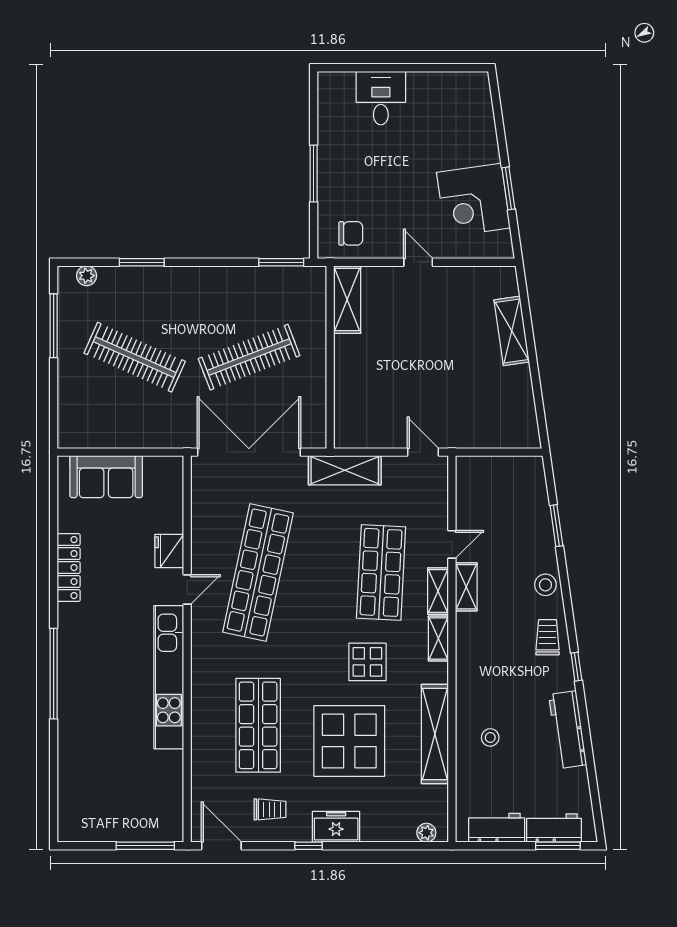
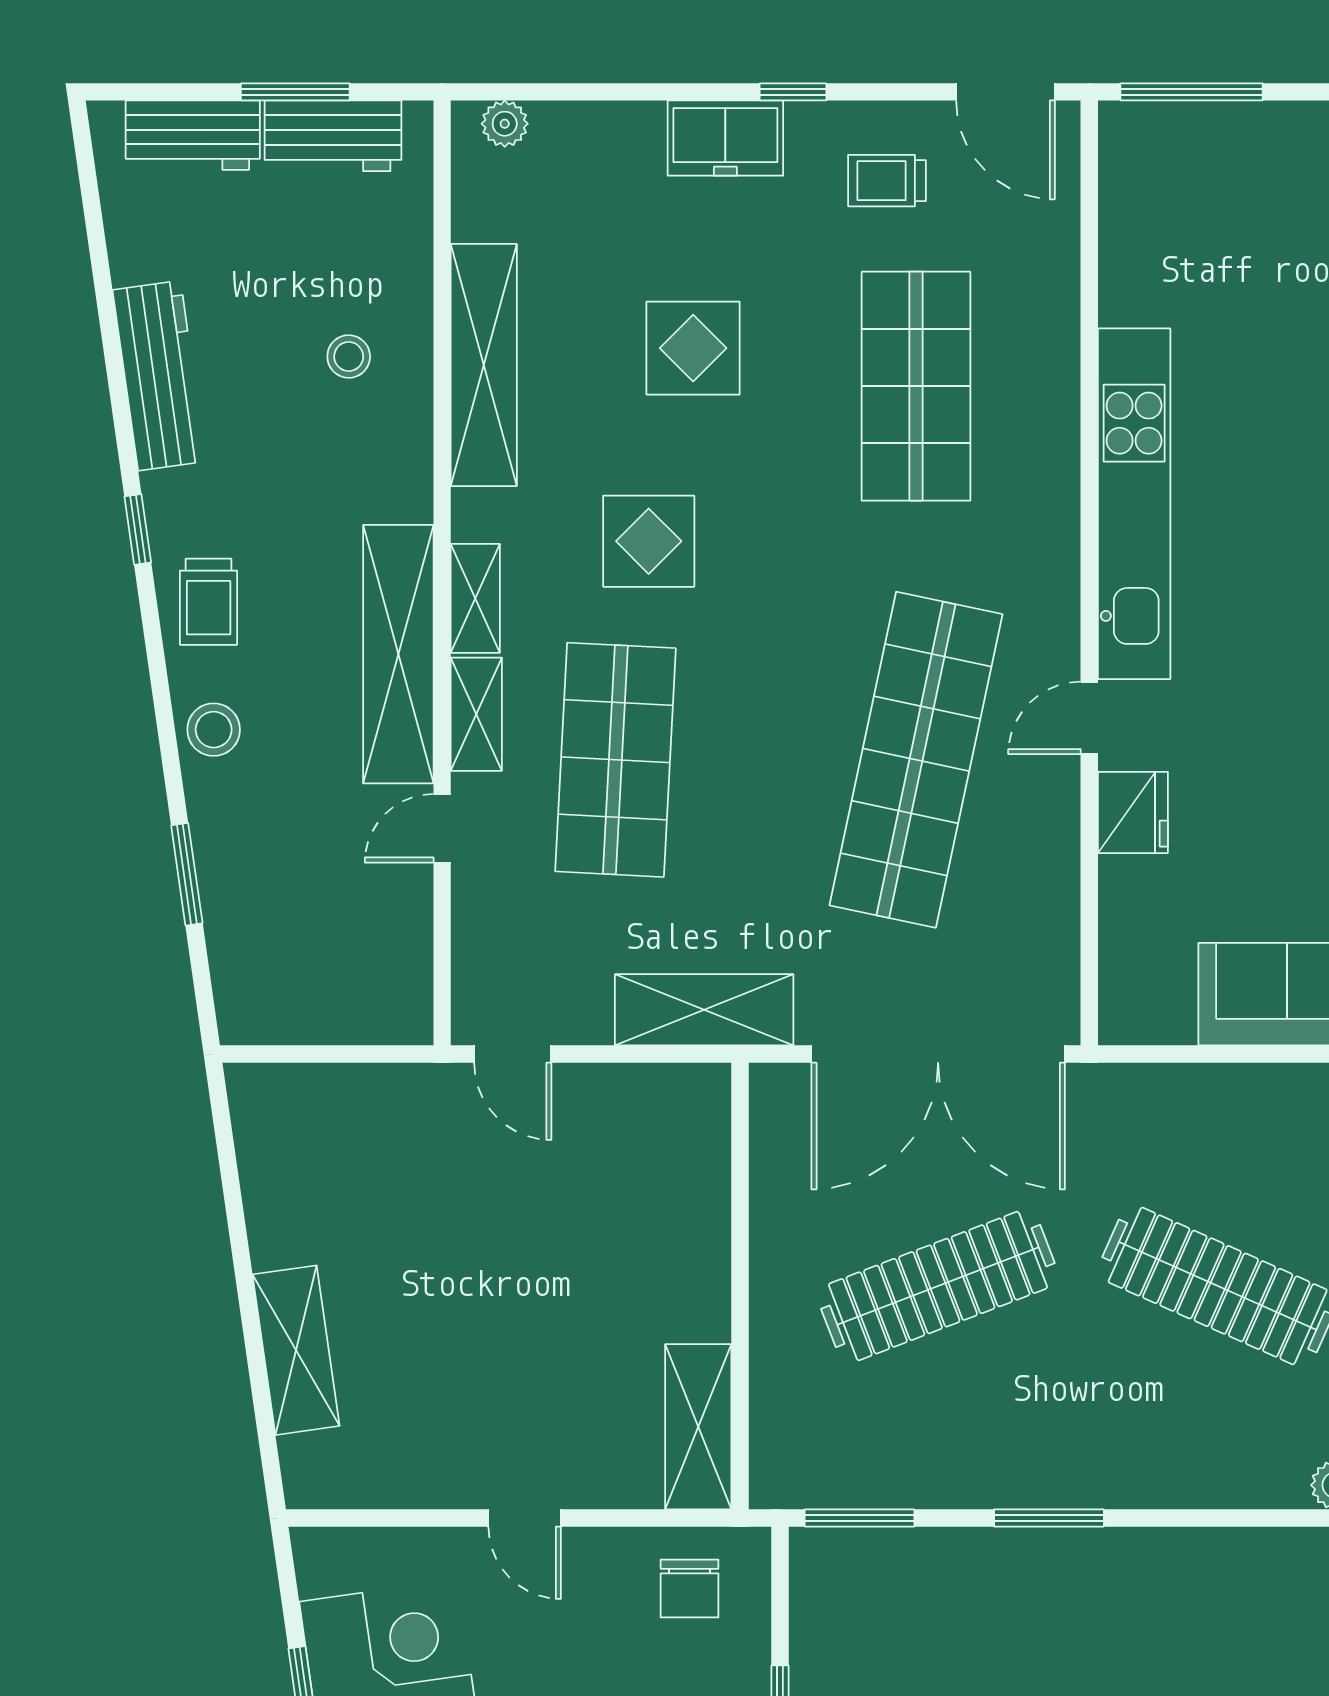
chair: (351, 233) -> (689, 1589), turned -90
window: (142, 262) -> (1049, 1518), moved
shelving: (466, 587) -> (398, 654), width x2.20, depth x1.33
display table: (349, 741) -> (693, 348), width x0.54, depth x0.54
window: (558, 846) -> (295, 92), moved

